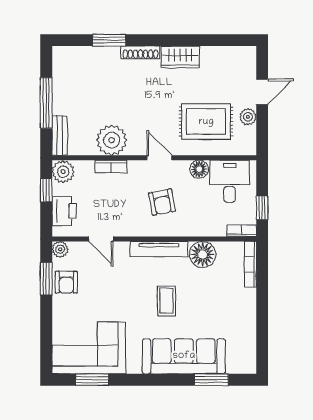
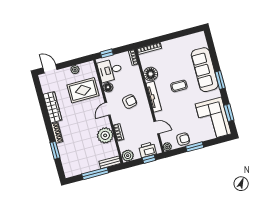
wardrobe: (180, 57) -> (53, 107), width x1.50
door: (262, 92) -> (50, 69), moved
rug: (206, 122) -> (83, 90), turned 90
window: (46, 190) -> (149, 159), moved
window: (262, 208) -> (107, 53), moved
door: (101, 239) -> (157, 127), hinge flipped
window: (46, 279) -> (195, 147), moved
window: (211, 380) -> (220, 80), moved

